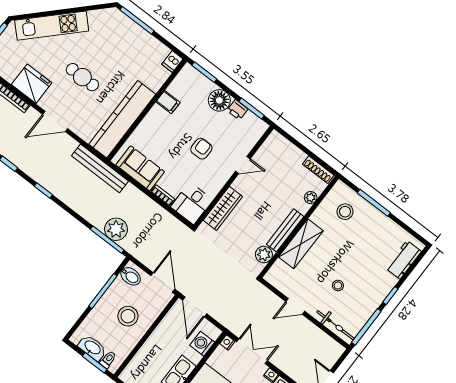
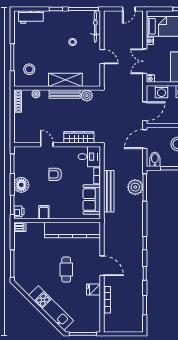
fridge: (32, 84) -> (94, 290), width x0.53, depth x0.75
printer: (237, 110) -> (19, 211), moved
bench: (100, 168) -> (109, 191), moved

